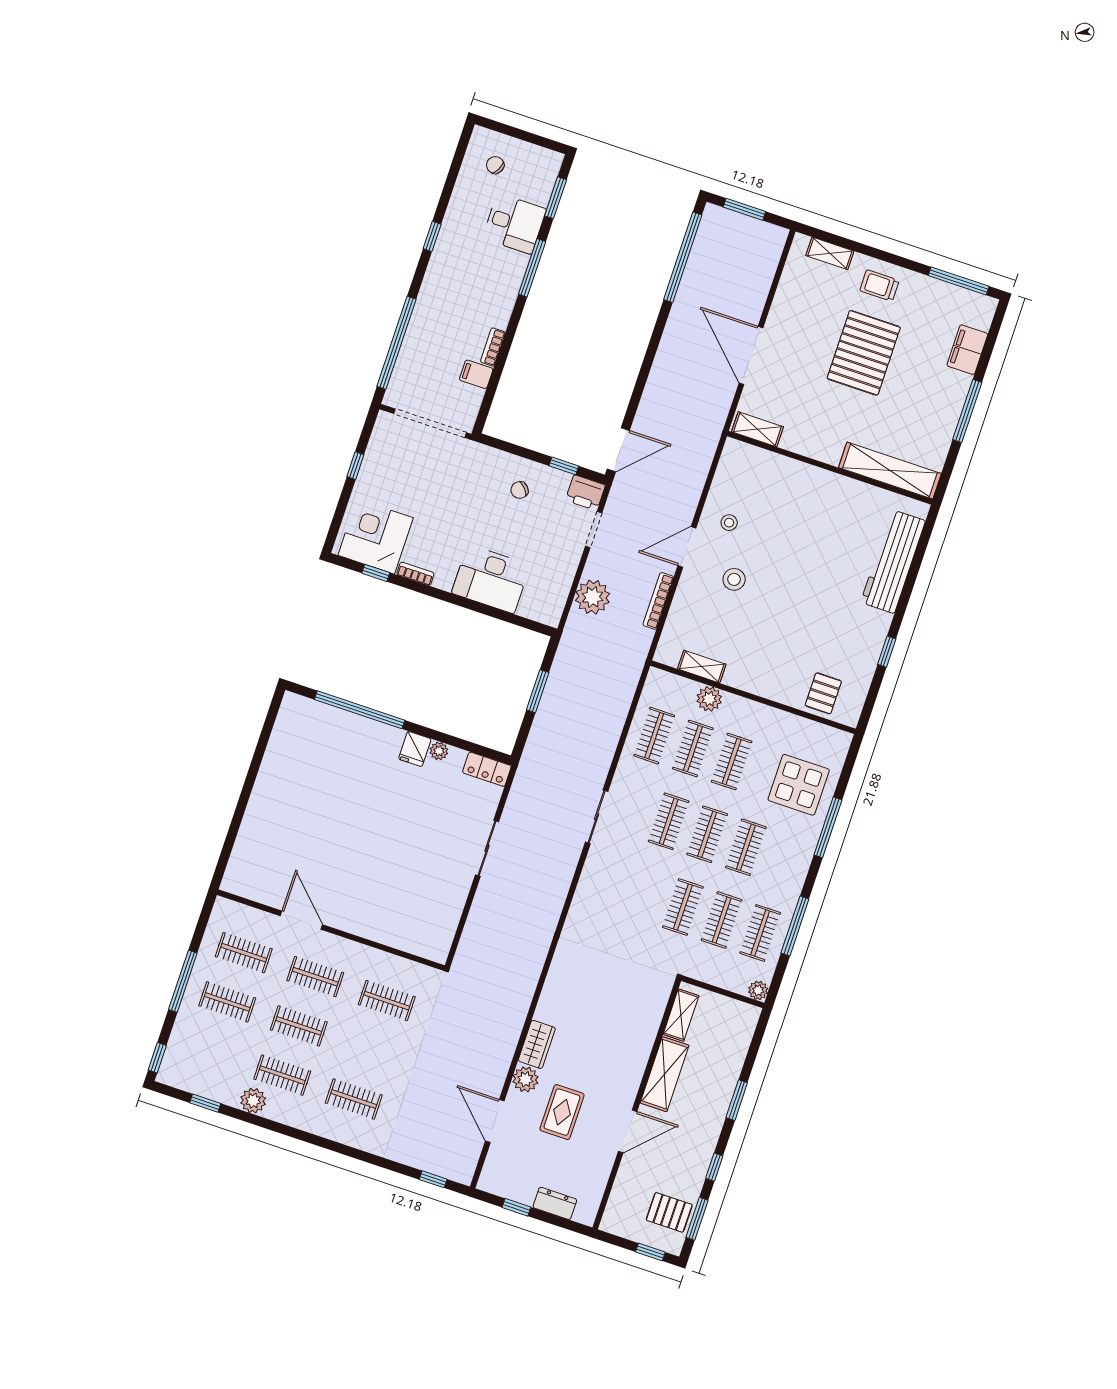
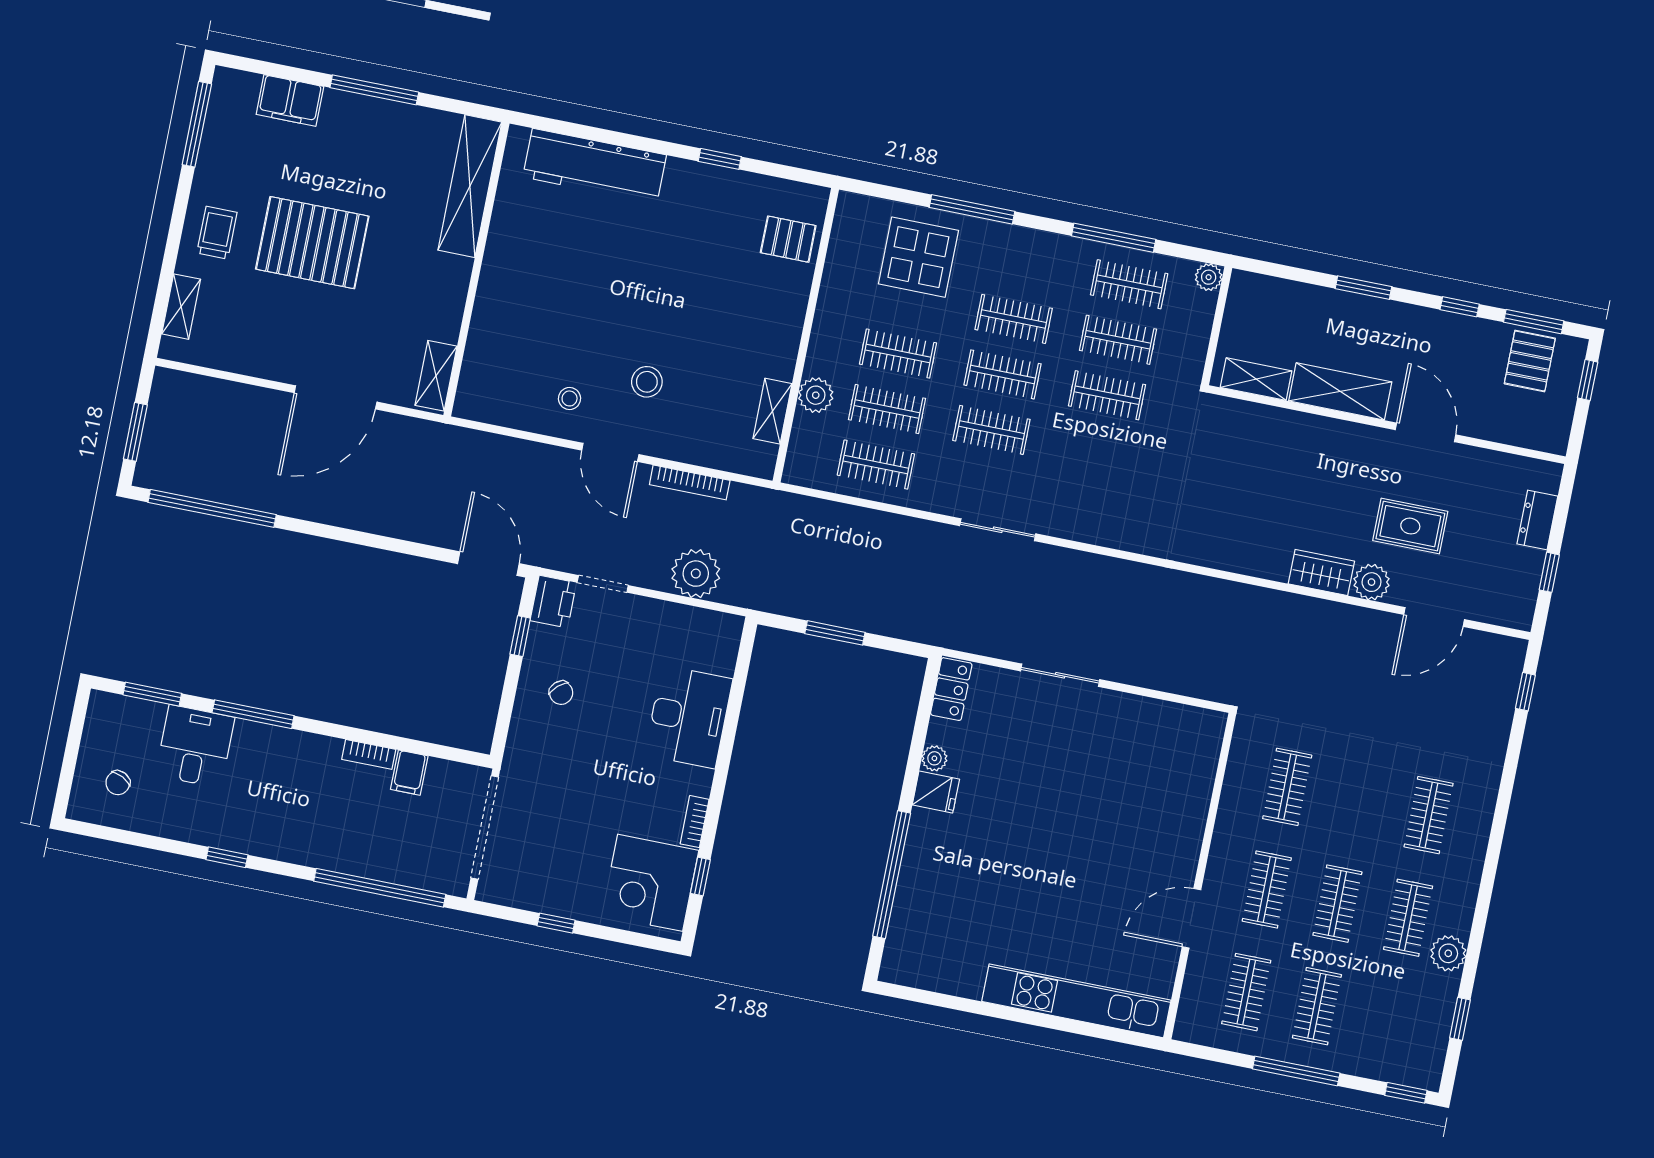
trolley: (879, 286) -> (217, 233), turned 180
kitchen unit: (253, 831) -> (1076, 1001), added

